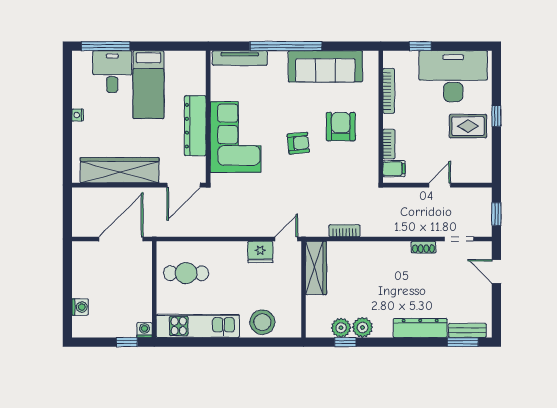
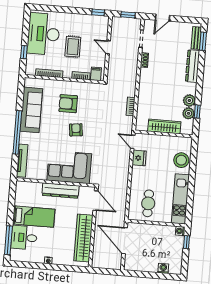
window: (496, 116) -> (98, 12), moved
rug: (468, 126) -> (73, 47), moved
wardrobe: (316, 268) -> (164, 126), moved

